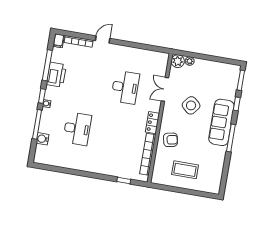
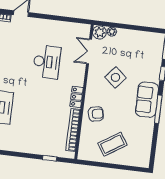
double door: (165, 89) -> (89, 52), moved
sofa: (221, 122) -> (147, 100), width x0.73
coffee table: (185, 170) -> (112, 144), turned -33

